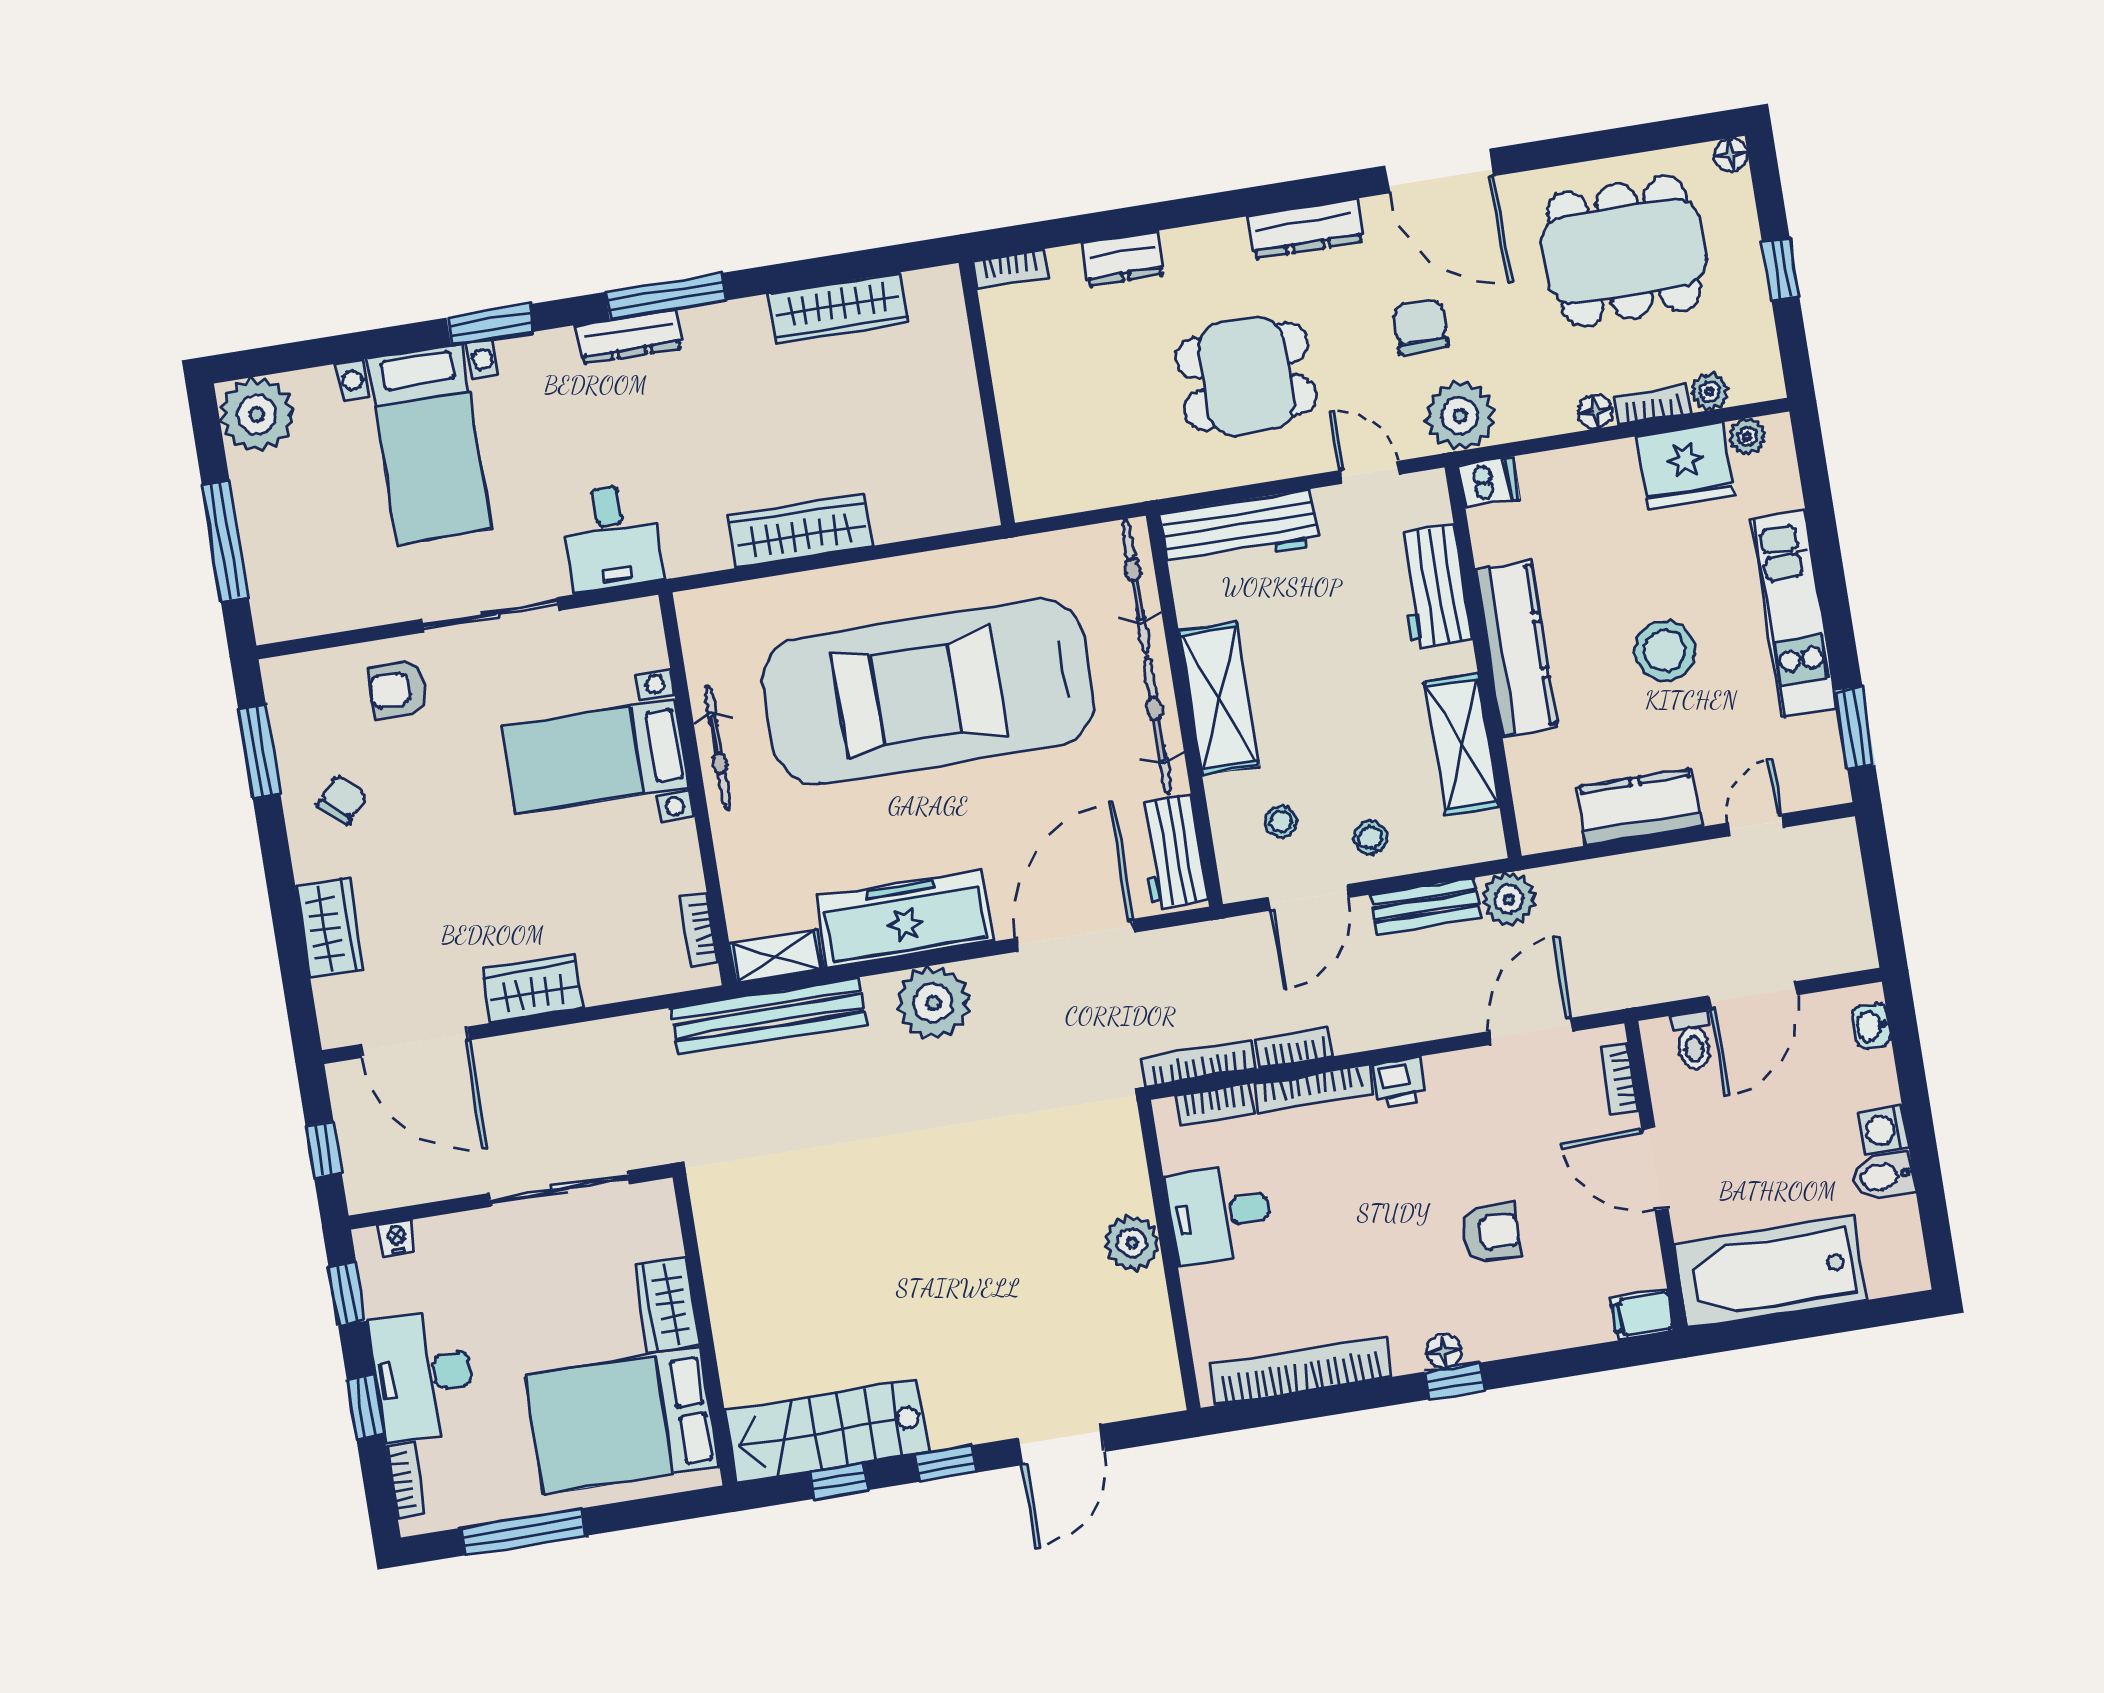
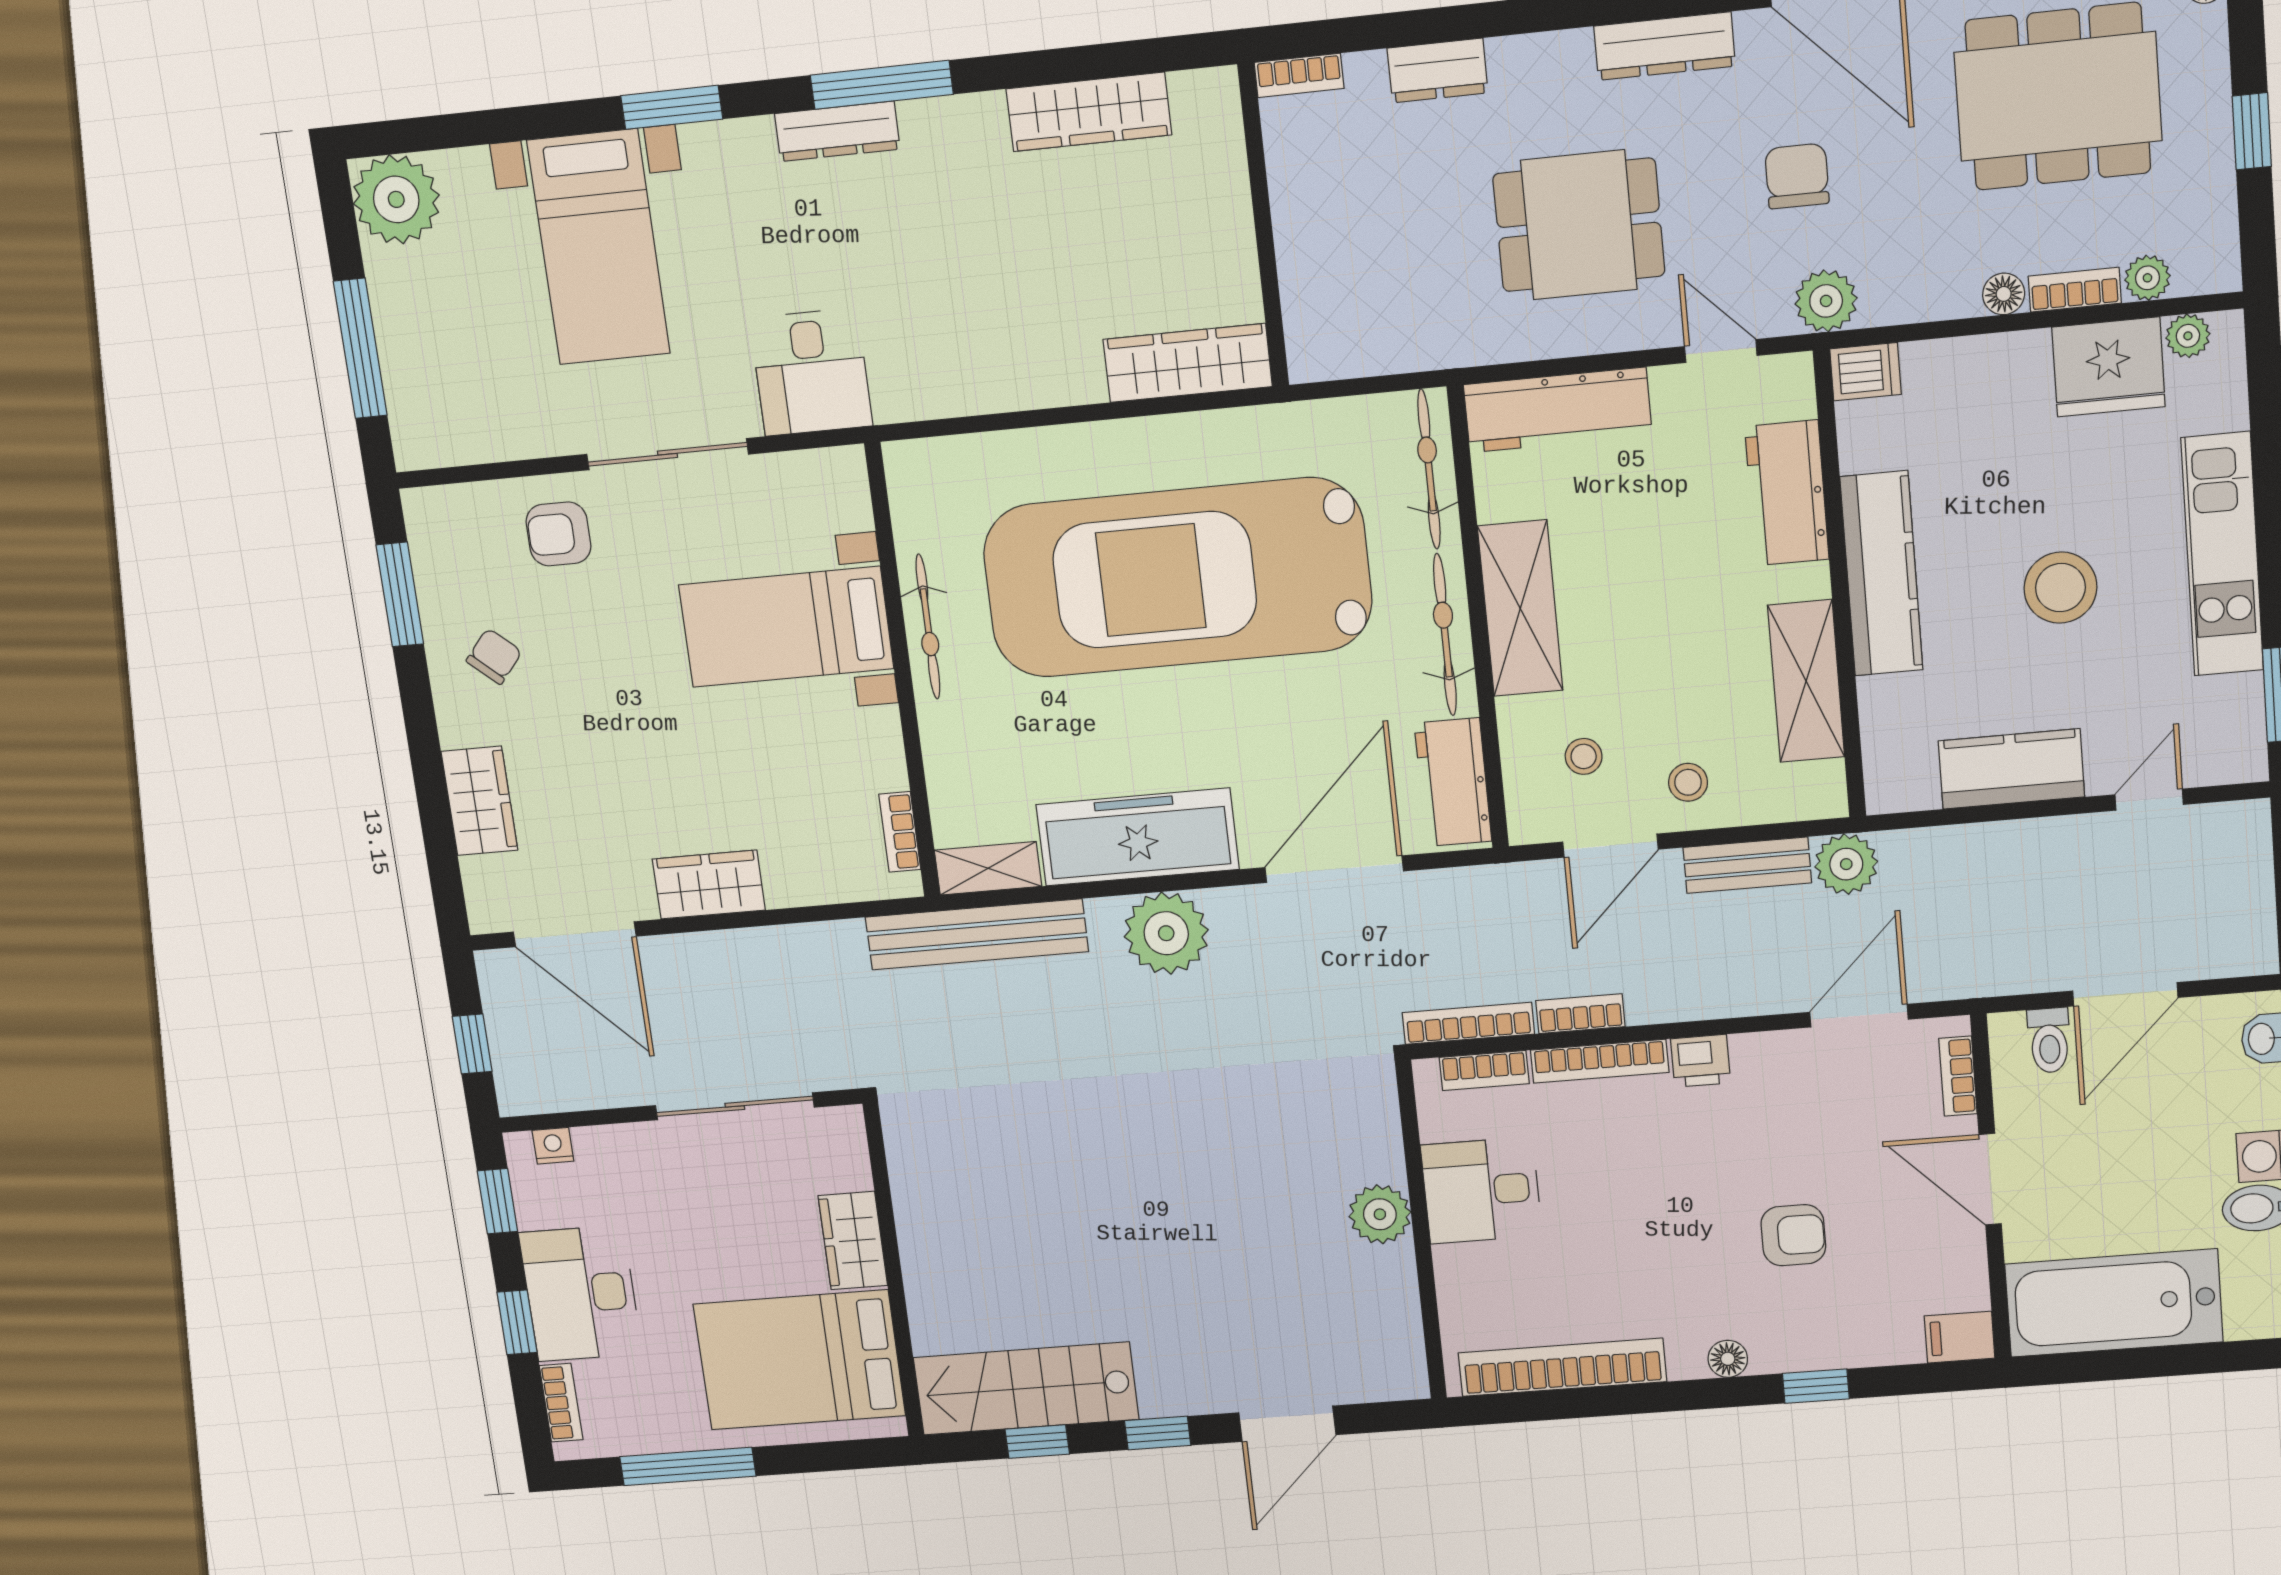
plant: (1460, 415) -> (1826, 301), width x0.73, depth x0.73
wardrobe: (800, 531) -> (1188, 363), moved
window: (1455, 1381) -> (1816, 1386), moved

